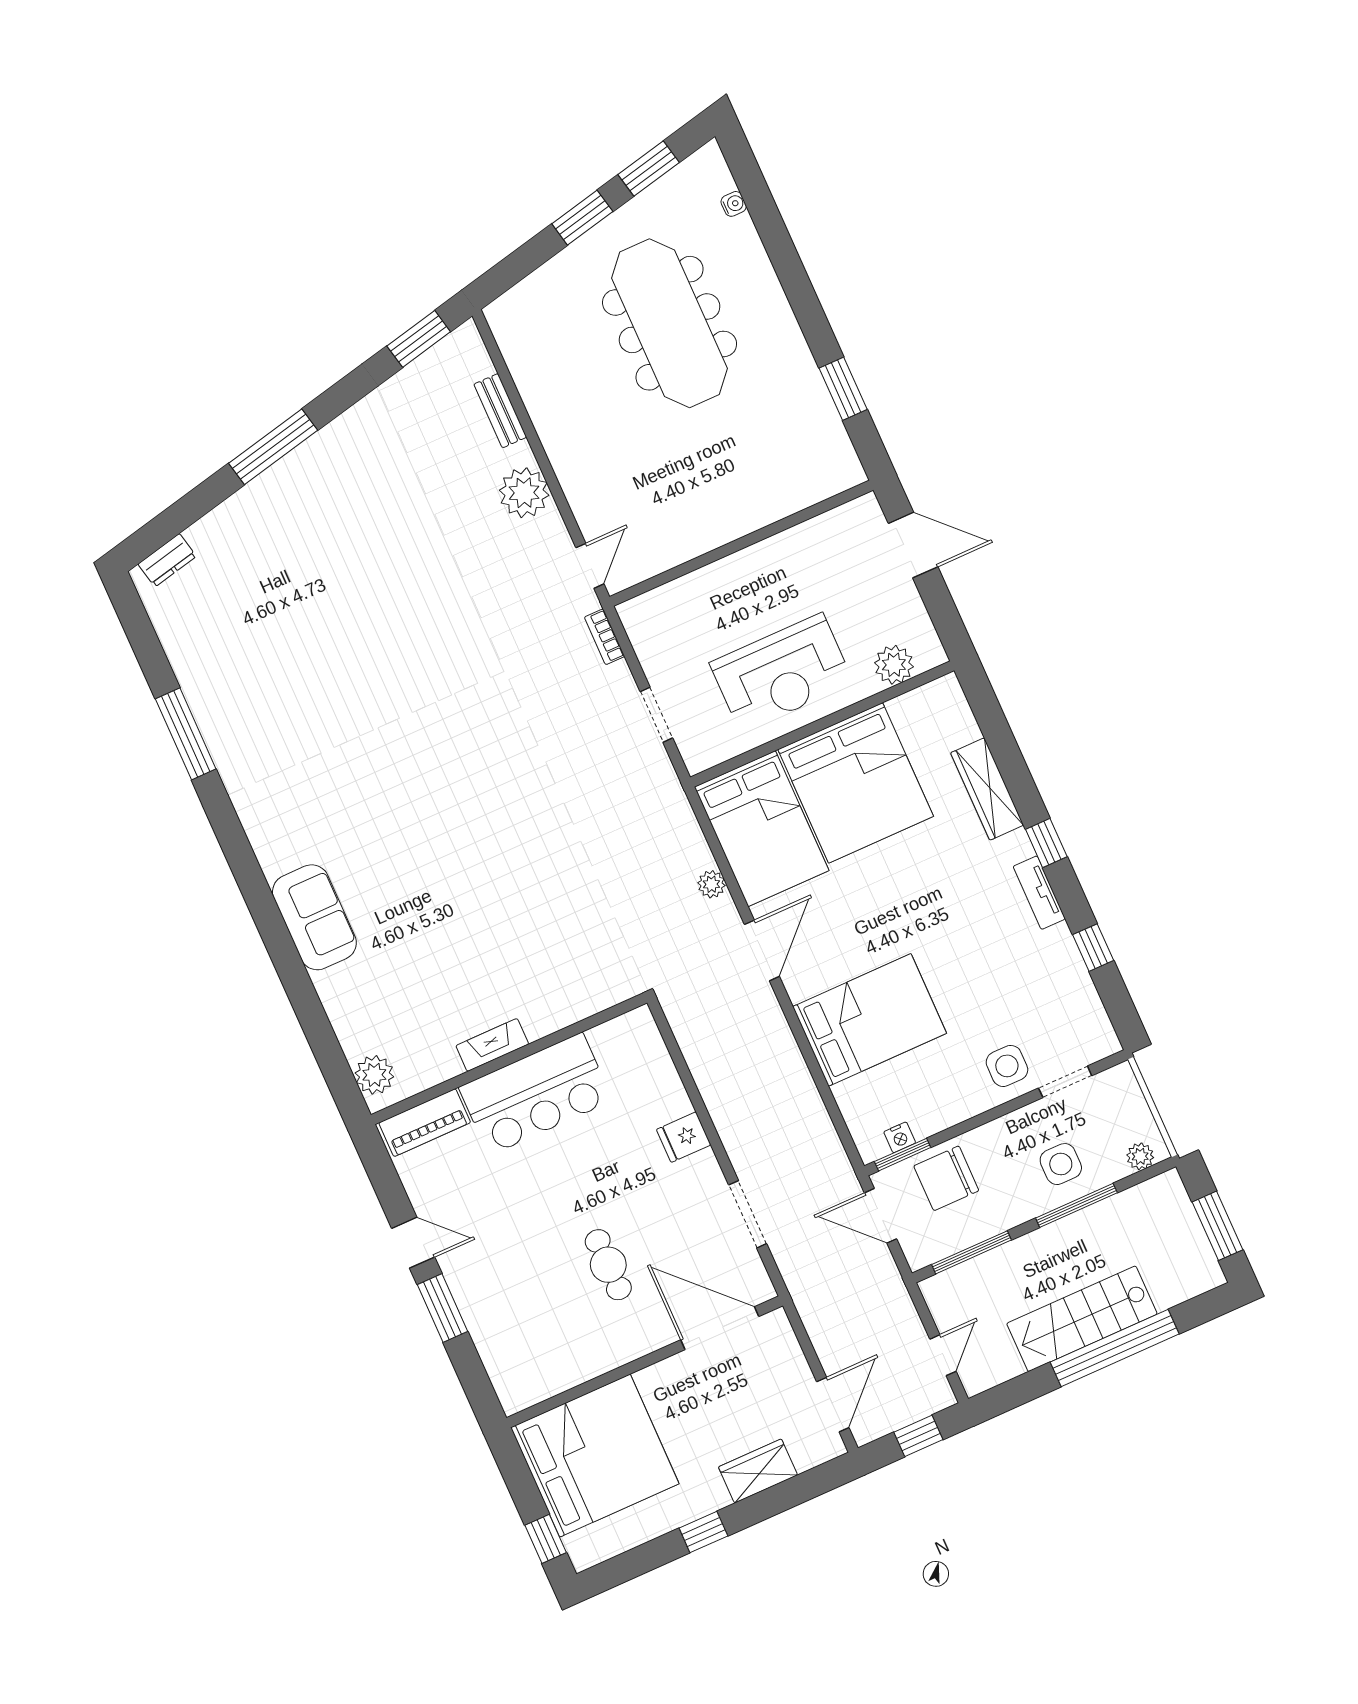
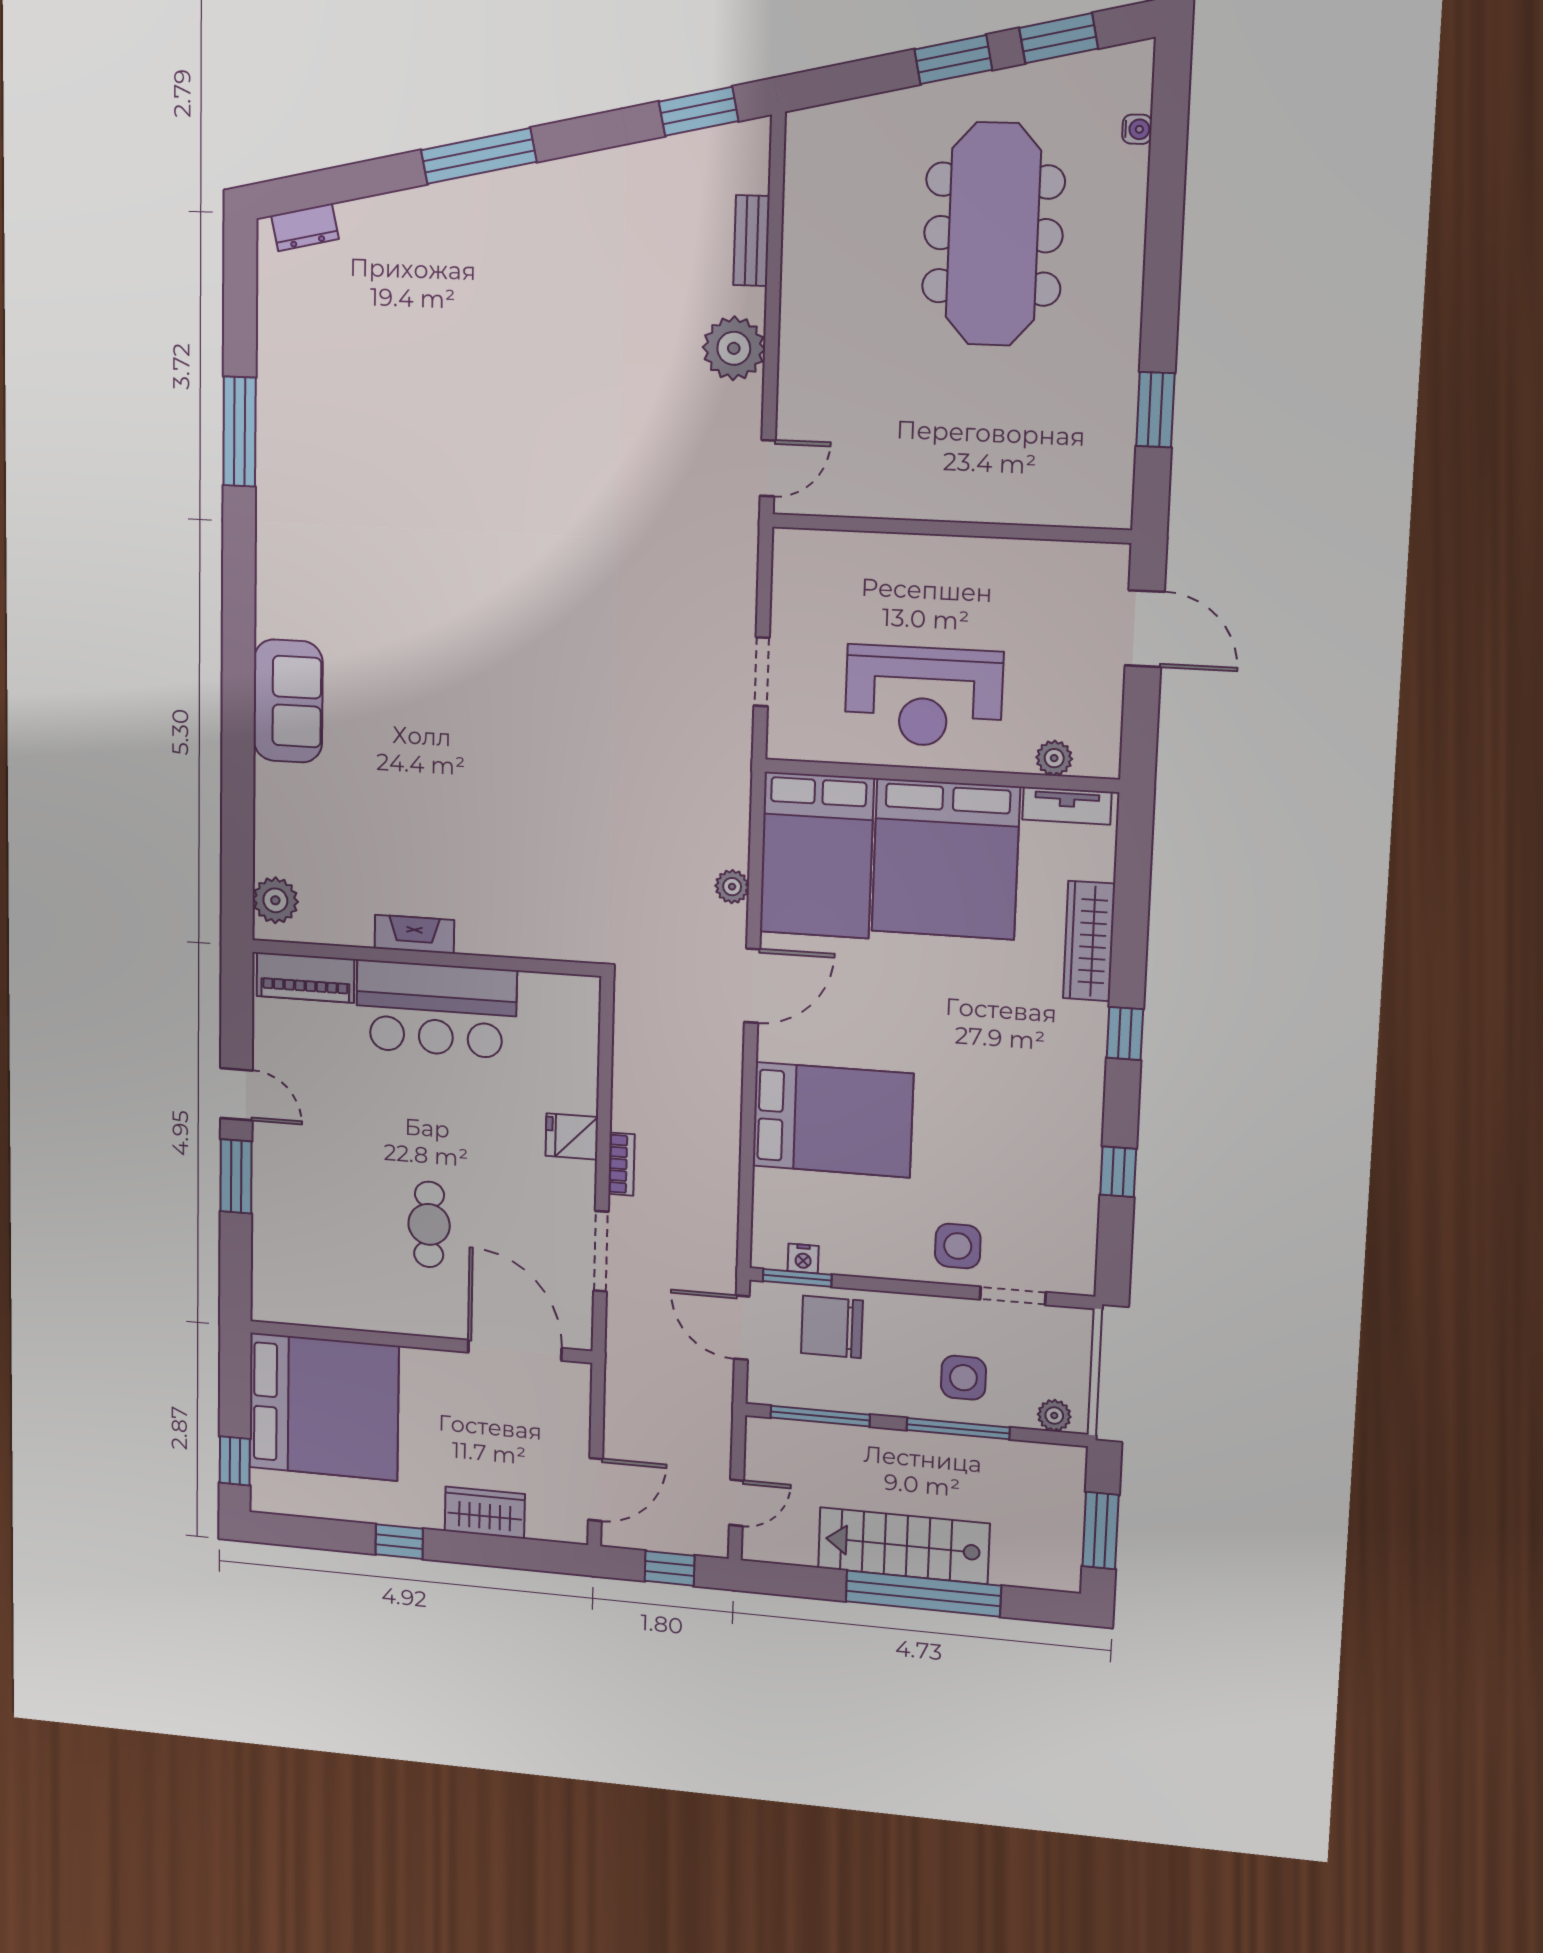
bookcase: (605, 637) -> (621, 1164), moved, turned 180
plant: (894, 665) -> (1054, 758), width x0.73, depth x0.73
tv unit: (1039, 893) -> (1067, 806), moved, turned -90

